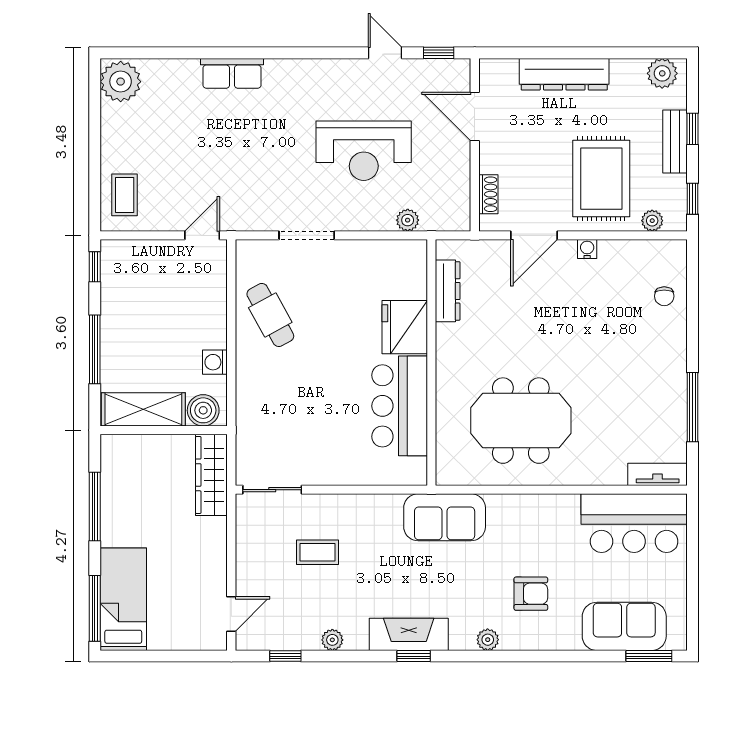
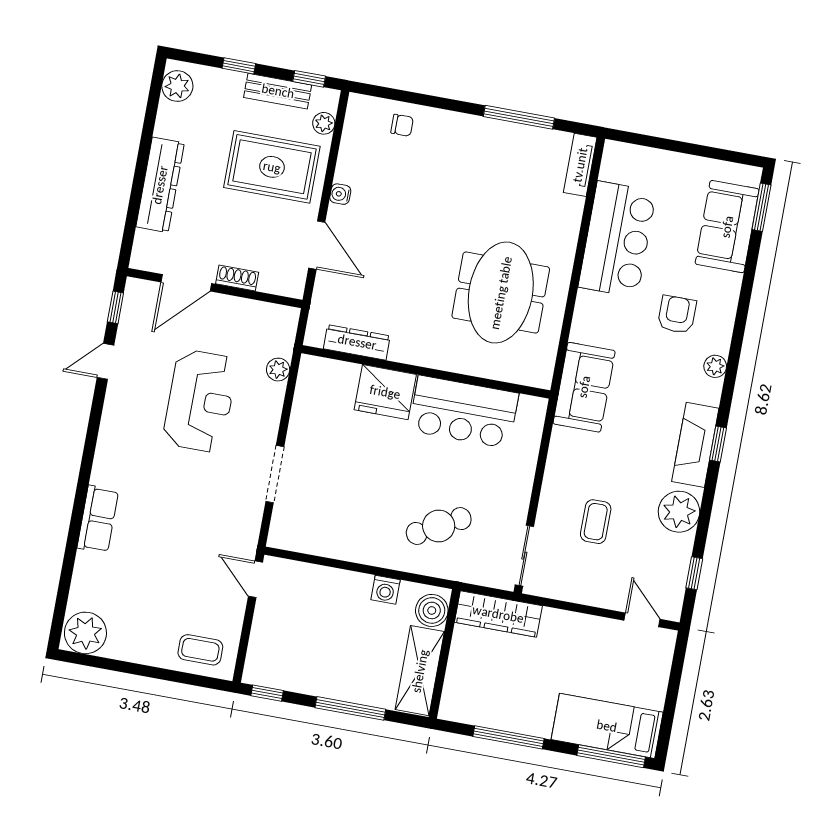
bench: (675, 142) -> (278, 91), moved
shoe rack: (488, 194) -> (237, 278), moved
cafe table: (270, 315) -> (439, 526), moved
bar counter: (634, 523) -> (617, 239), moved
plant: (332, 640) -> (679, 512), width x1.88, depth x1.88

